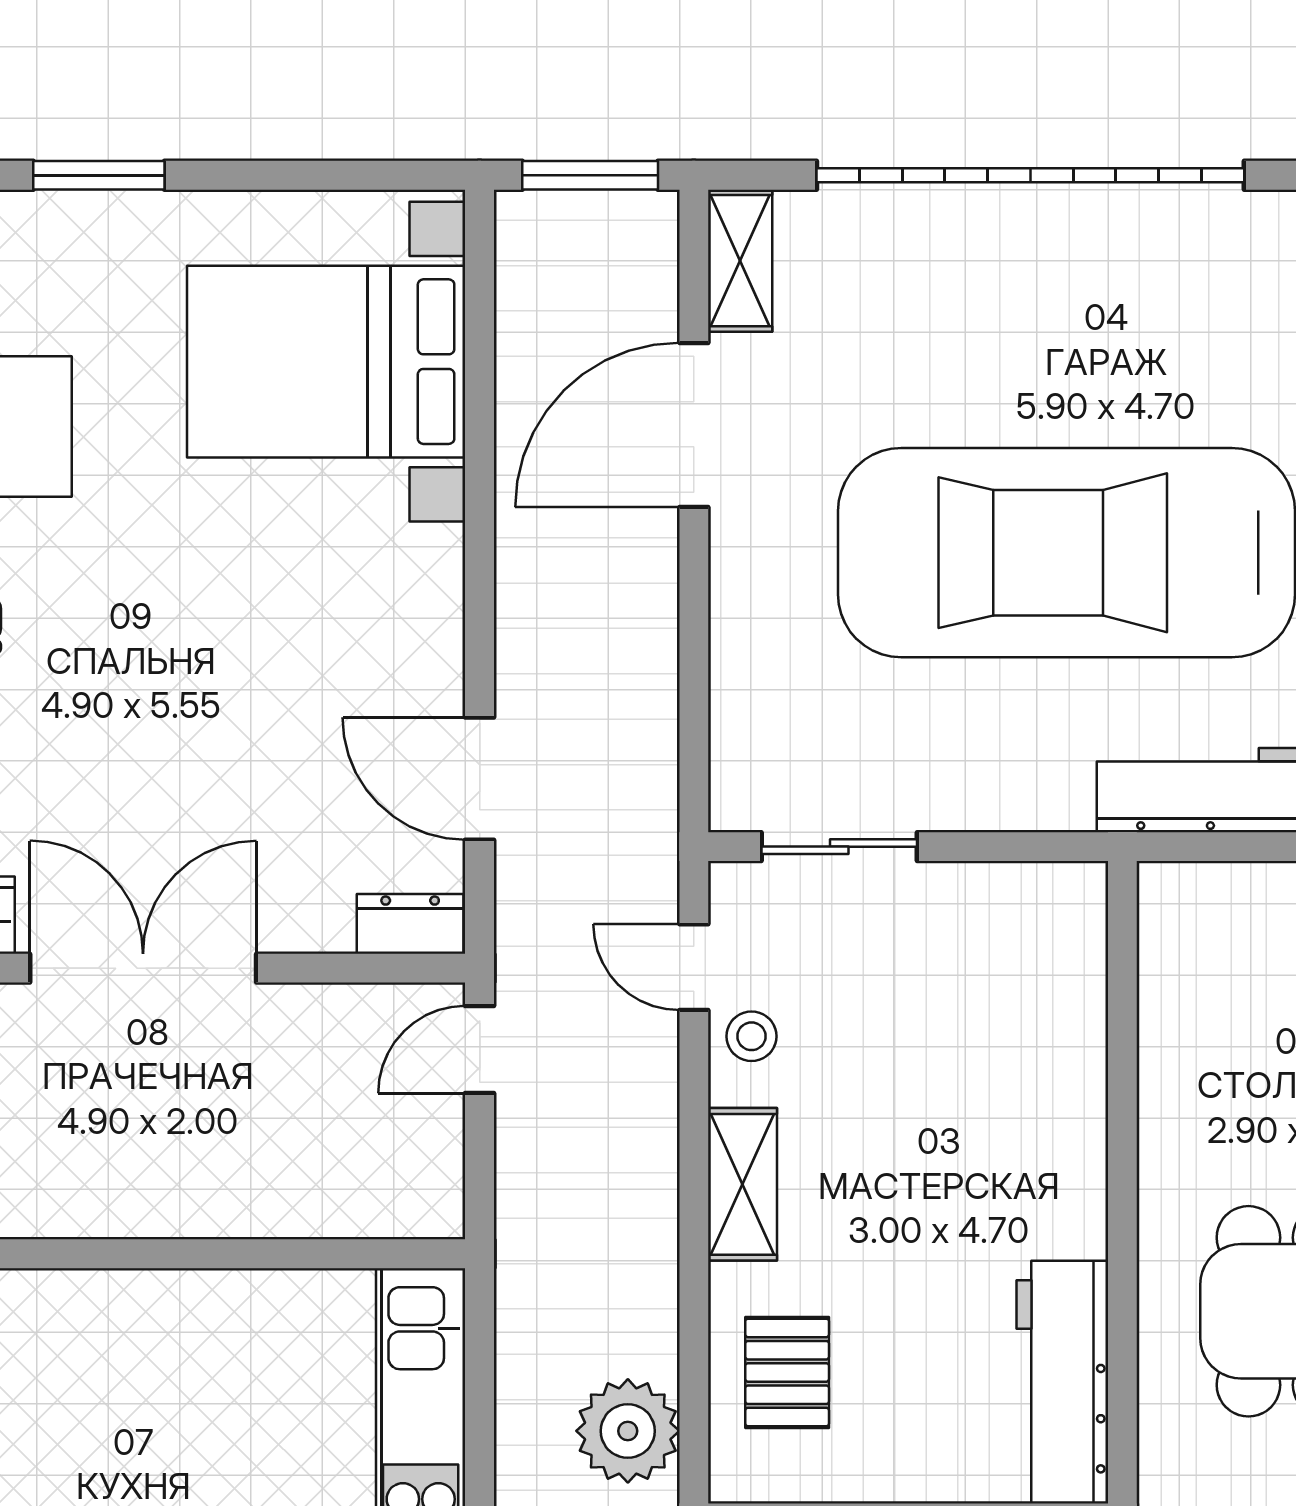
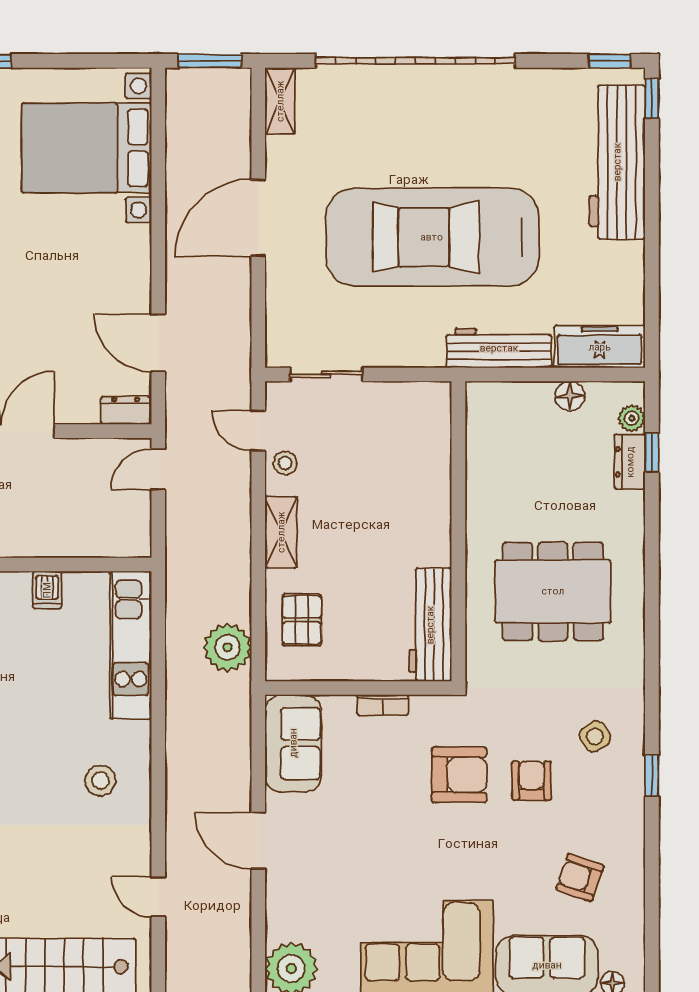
door: (694, 425) -> (258, 218), moved
dishwasher: (242, 1308) -> (47, 590), added

